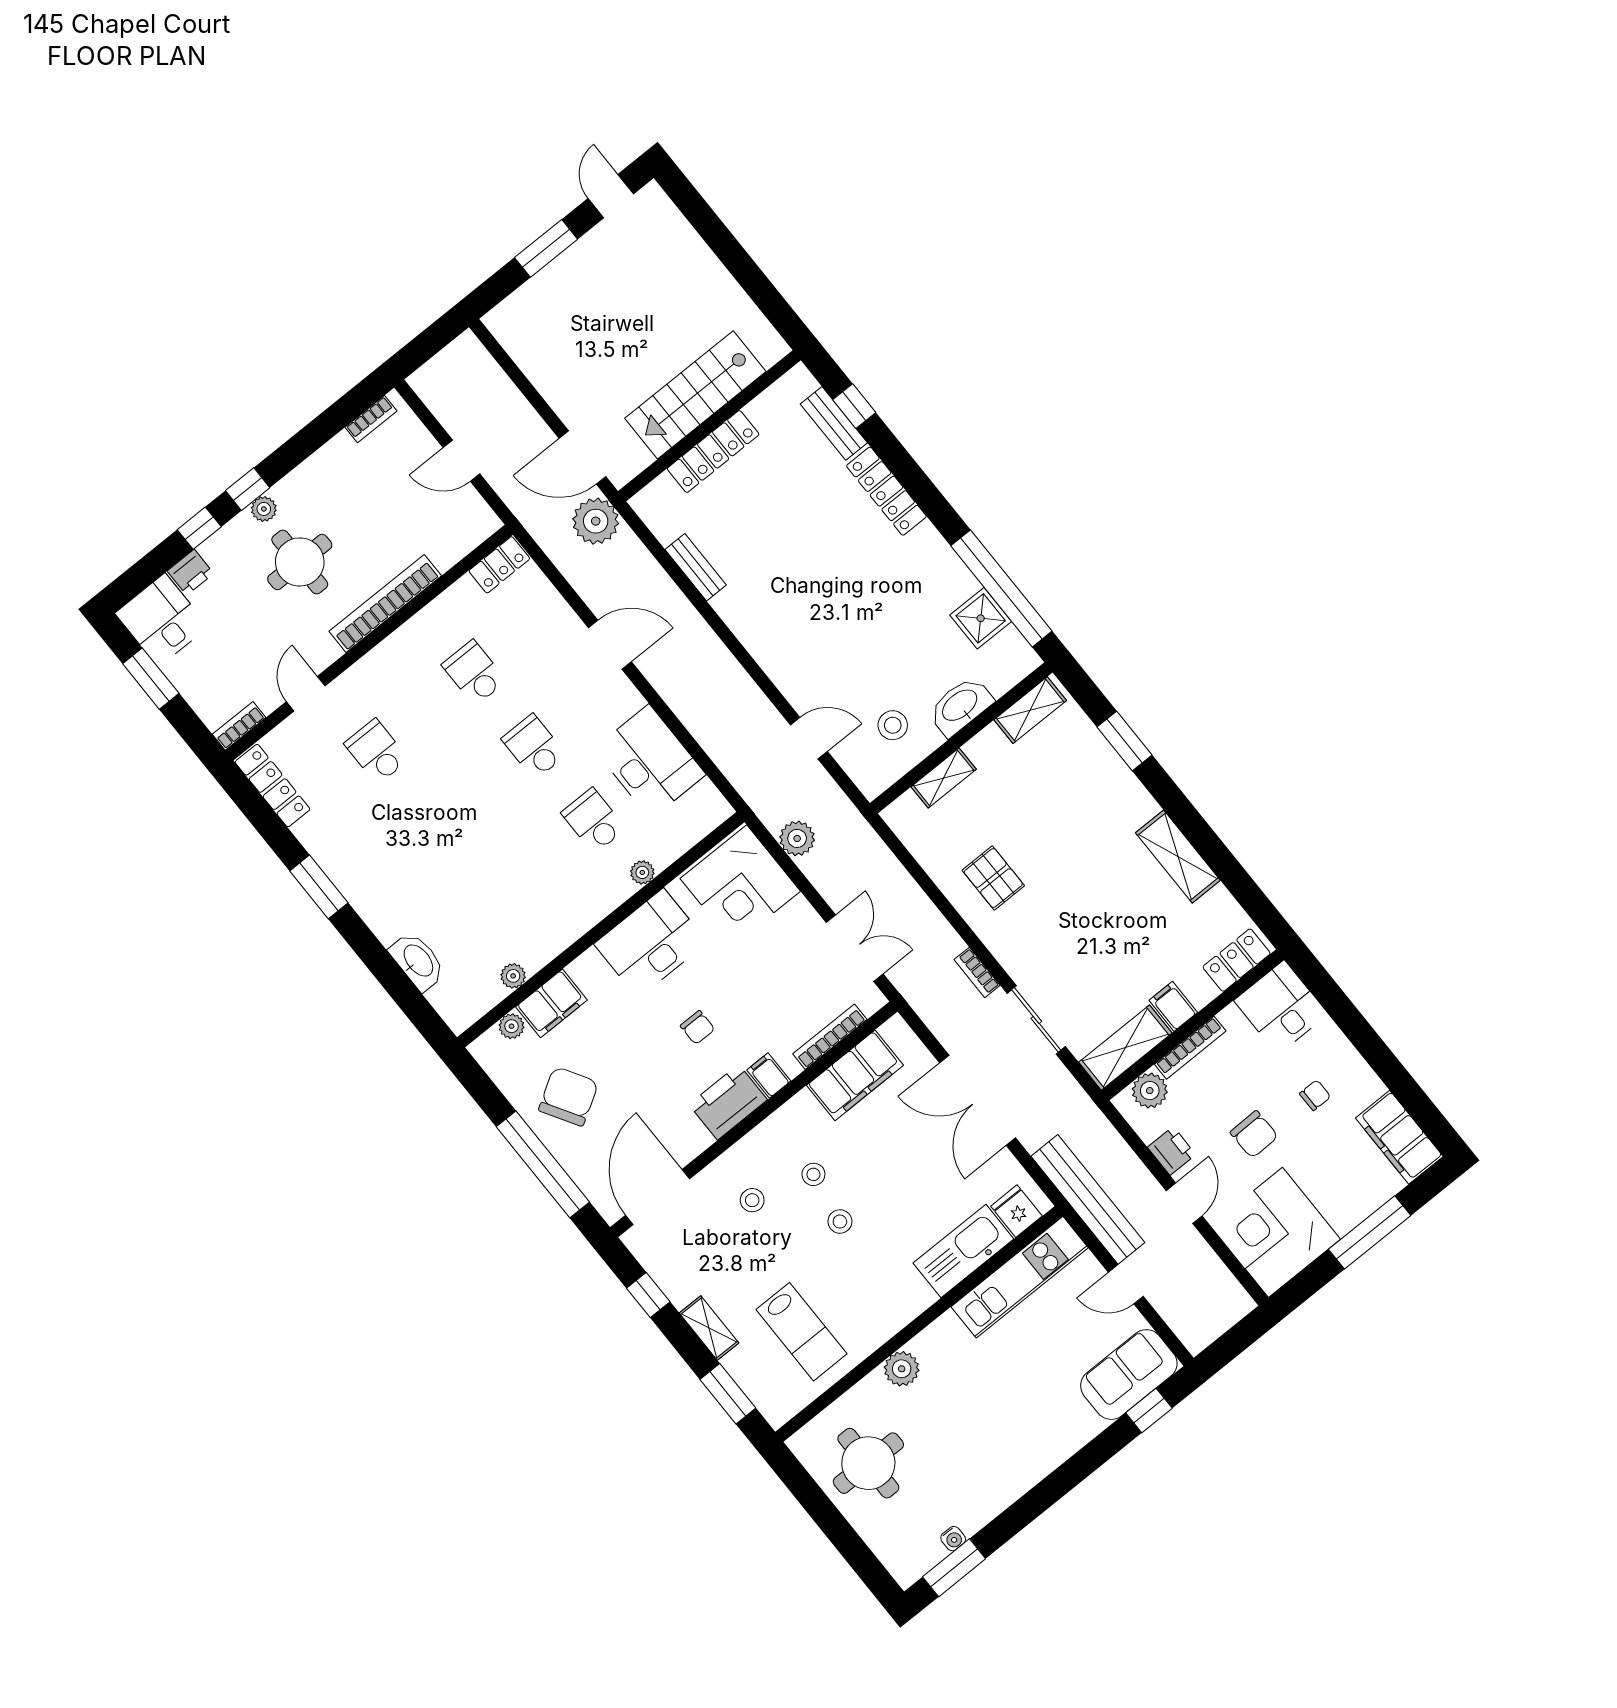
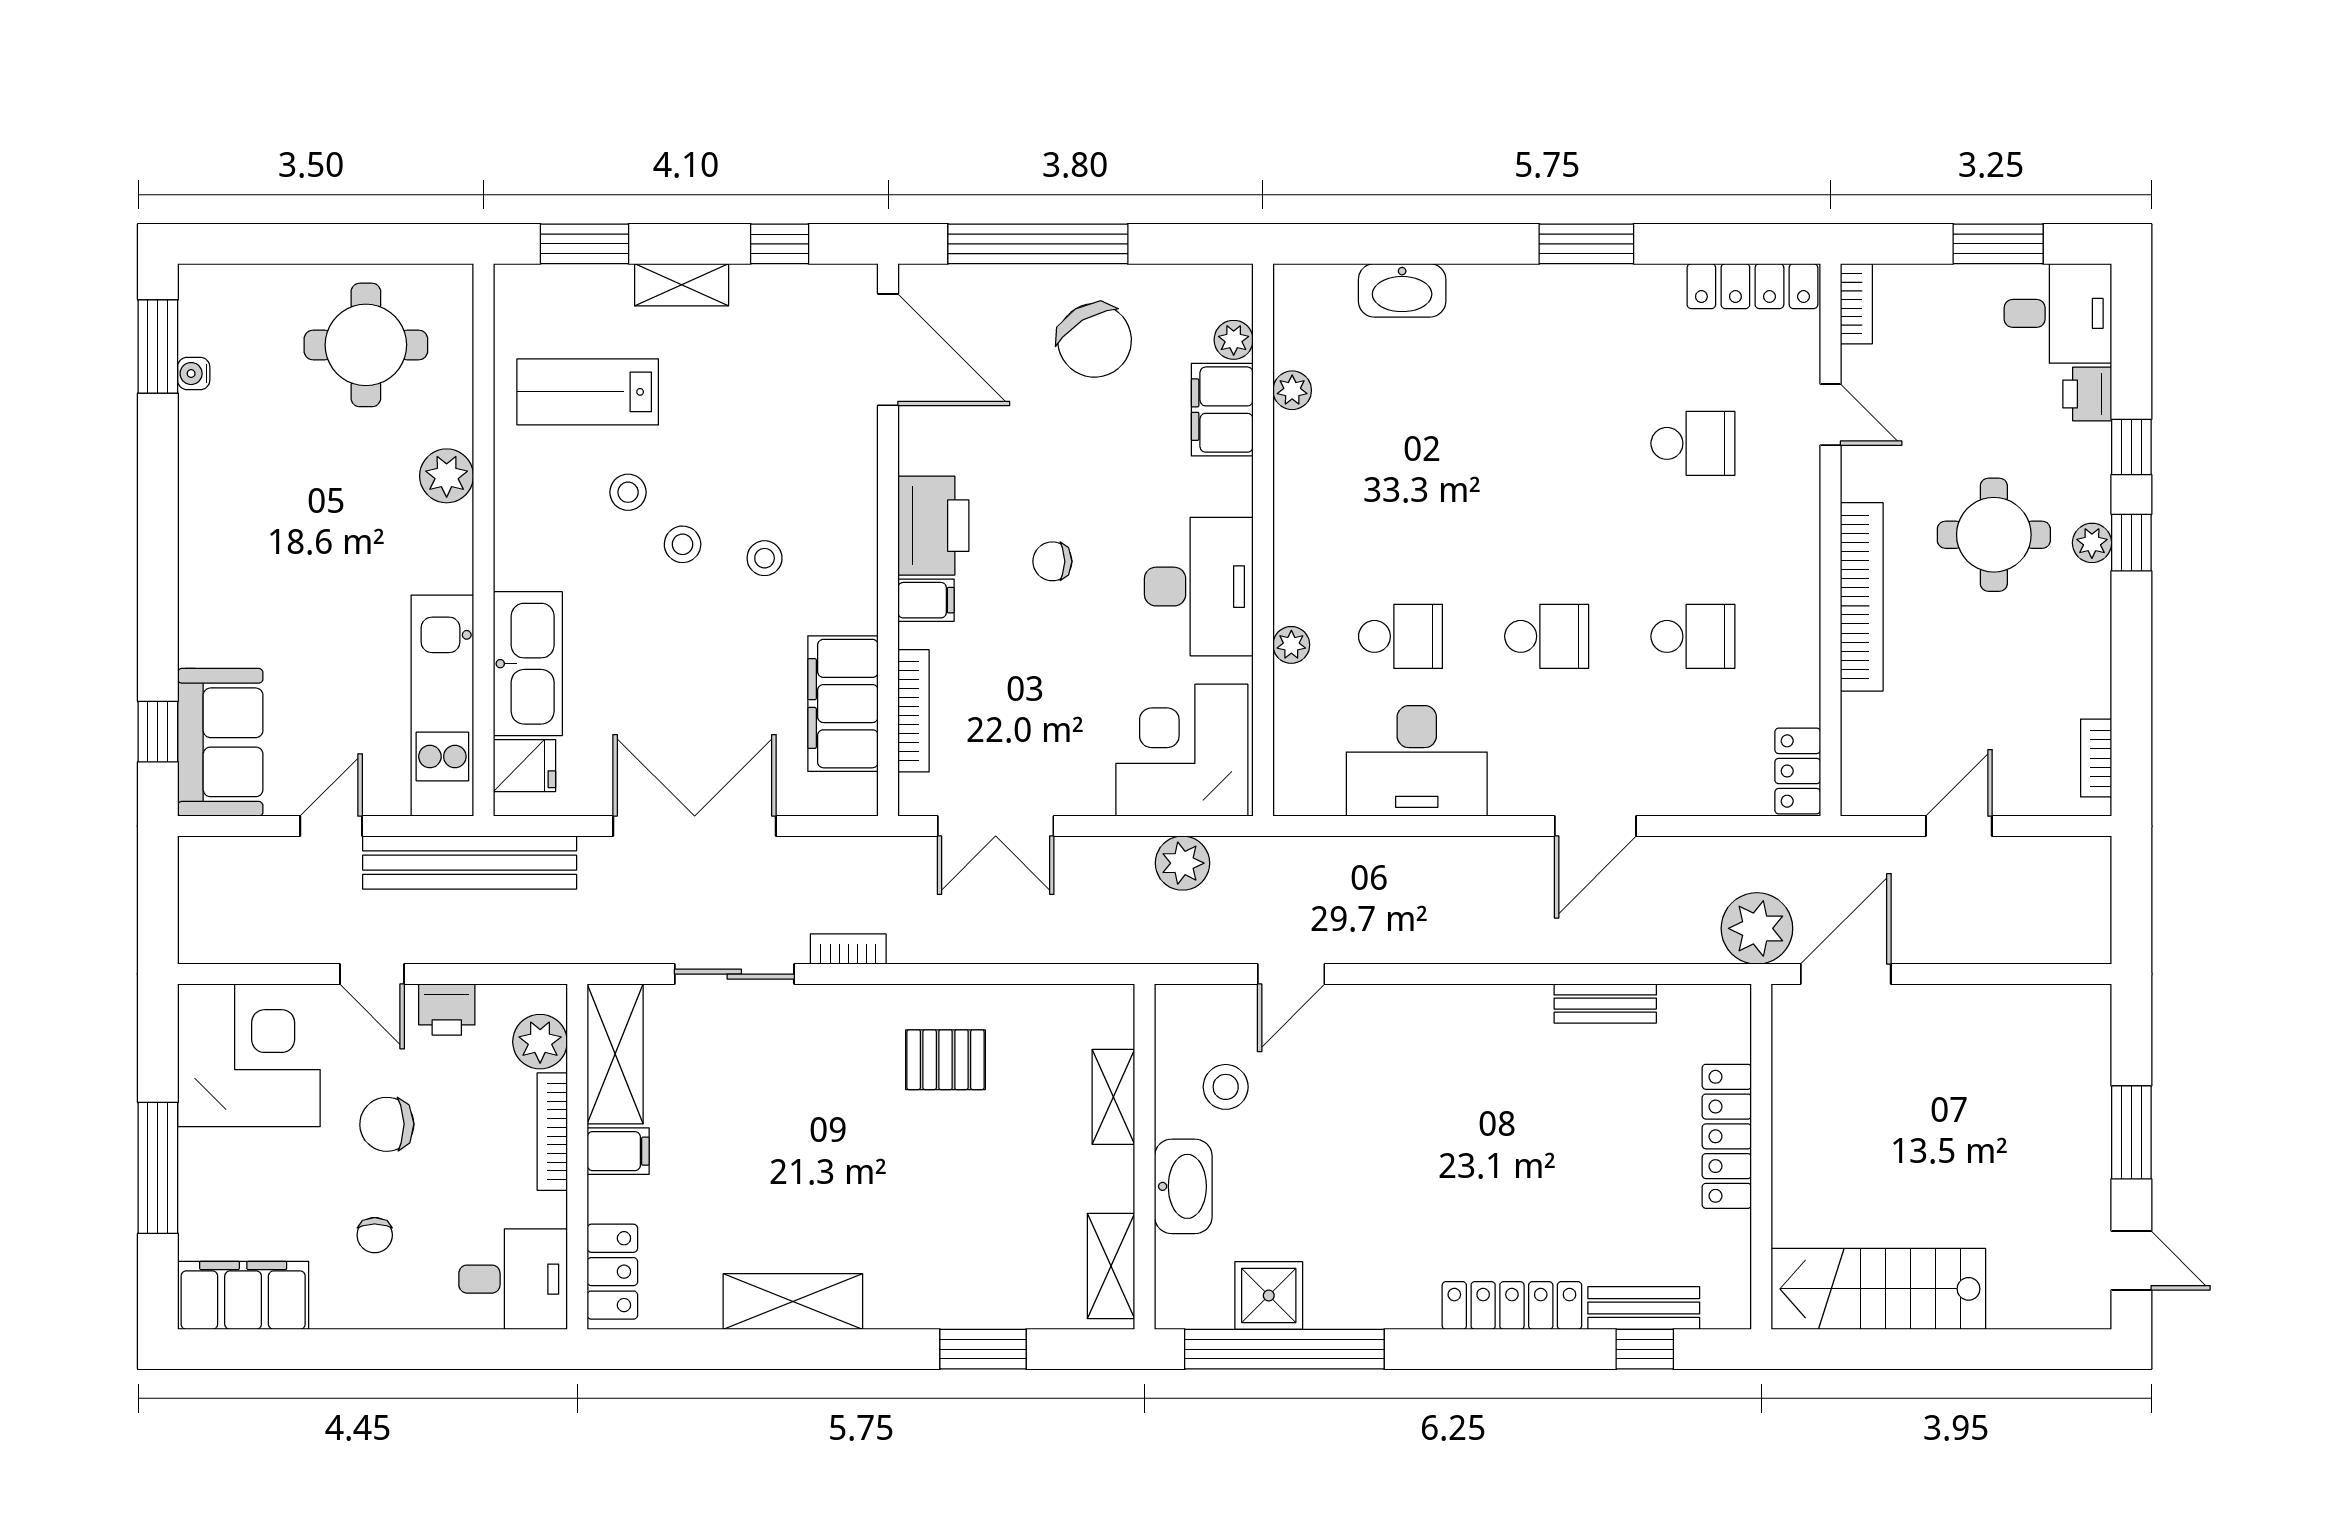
stairs: (695, 395) -> (1878, 1289), moved, turned -90
stool: (752, 1200) -> (628, 492), moved

